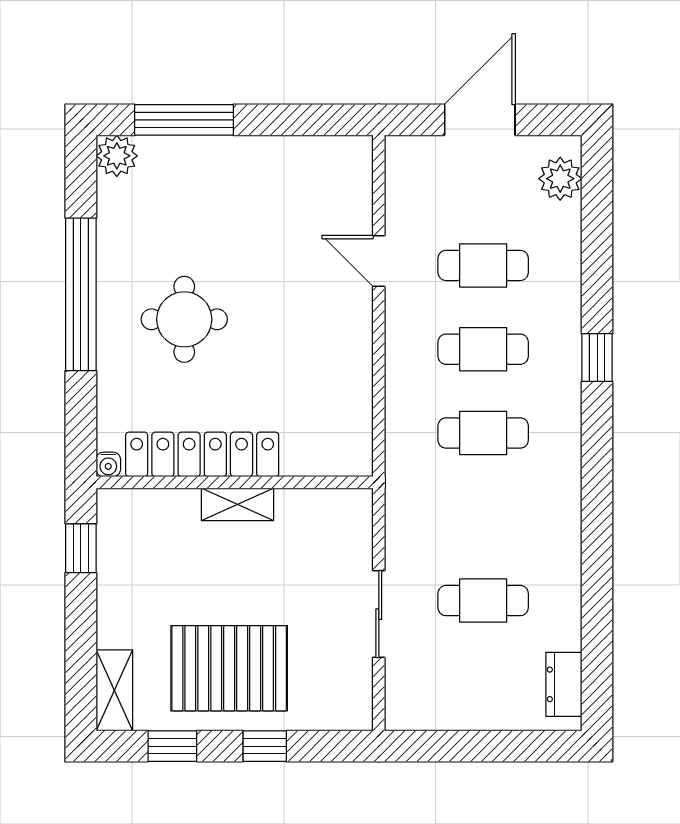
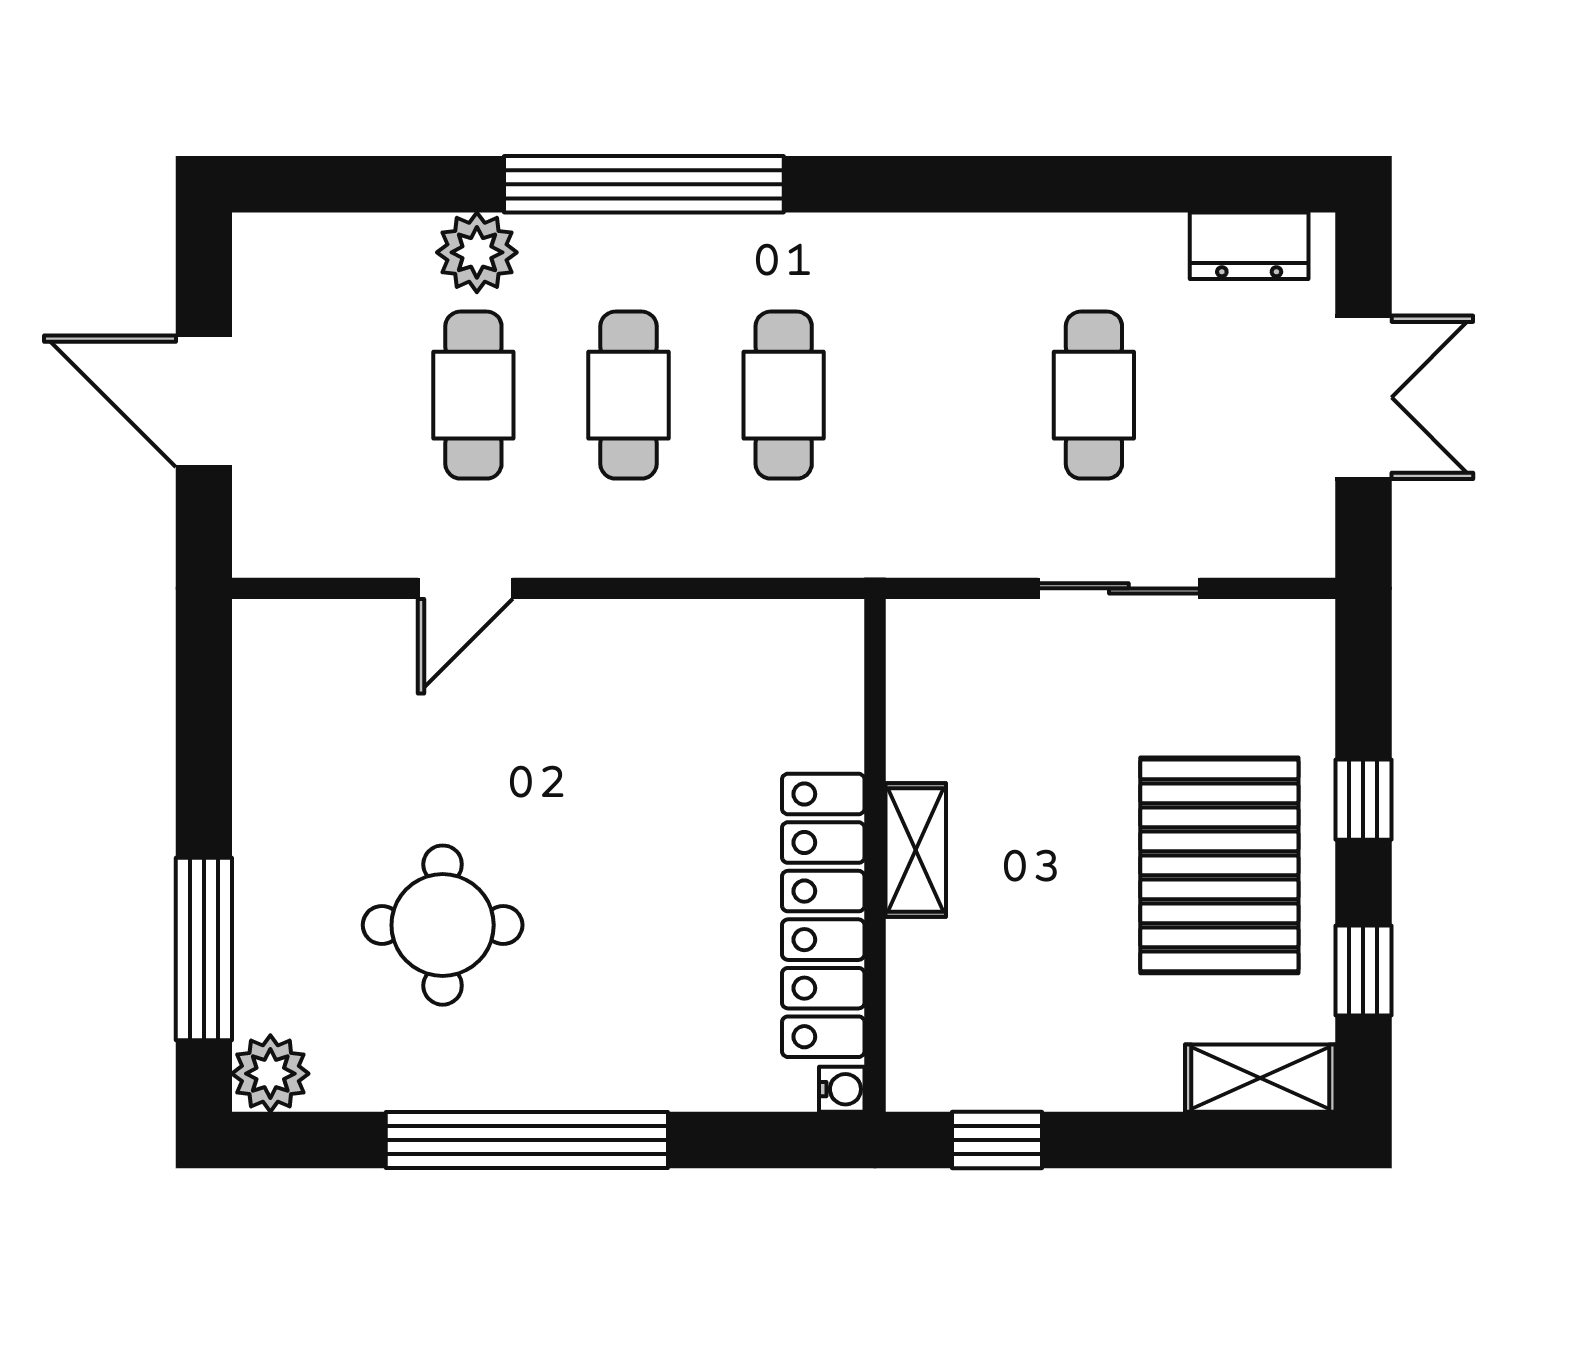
plant: (560, 179) -> (477, 252), moved
round table: (184, 319) -> (443, 925), moved
window: (597, 358) -> (644, 184), width x3.17
double door: (482, 746) -> (1363, 397), added

